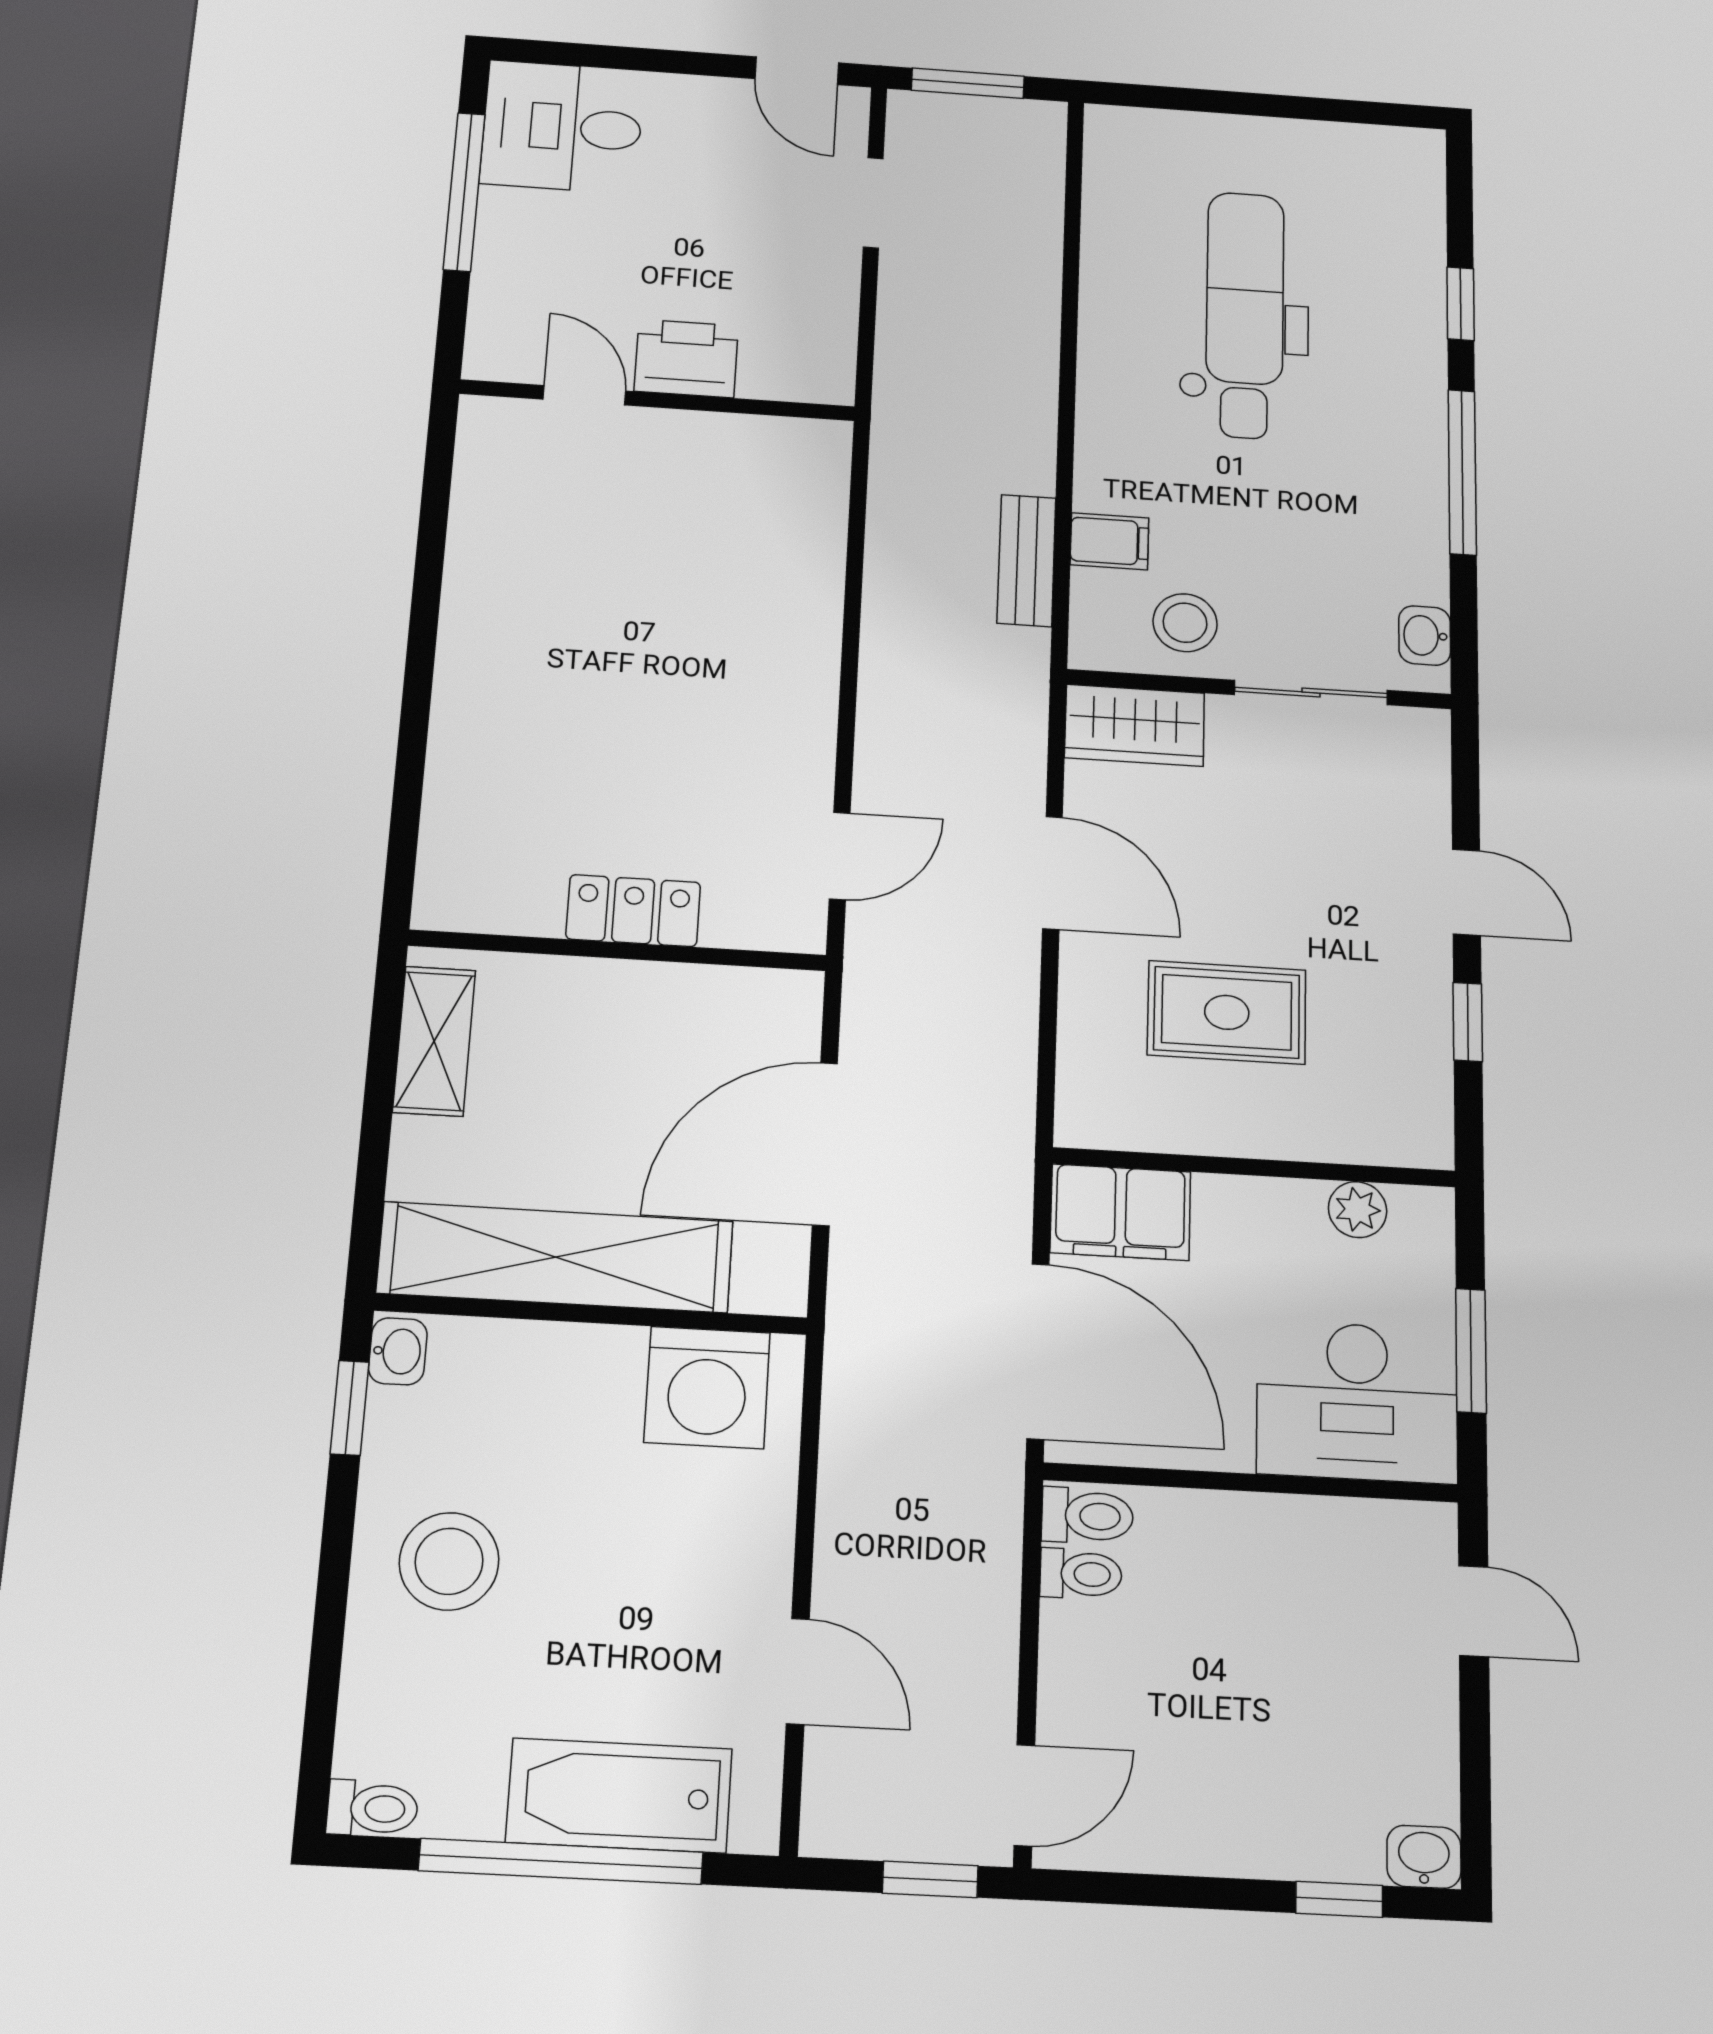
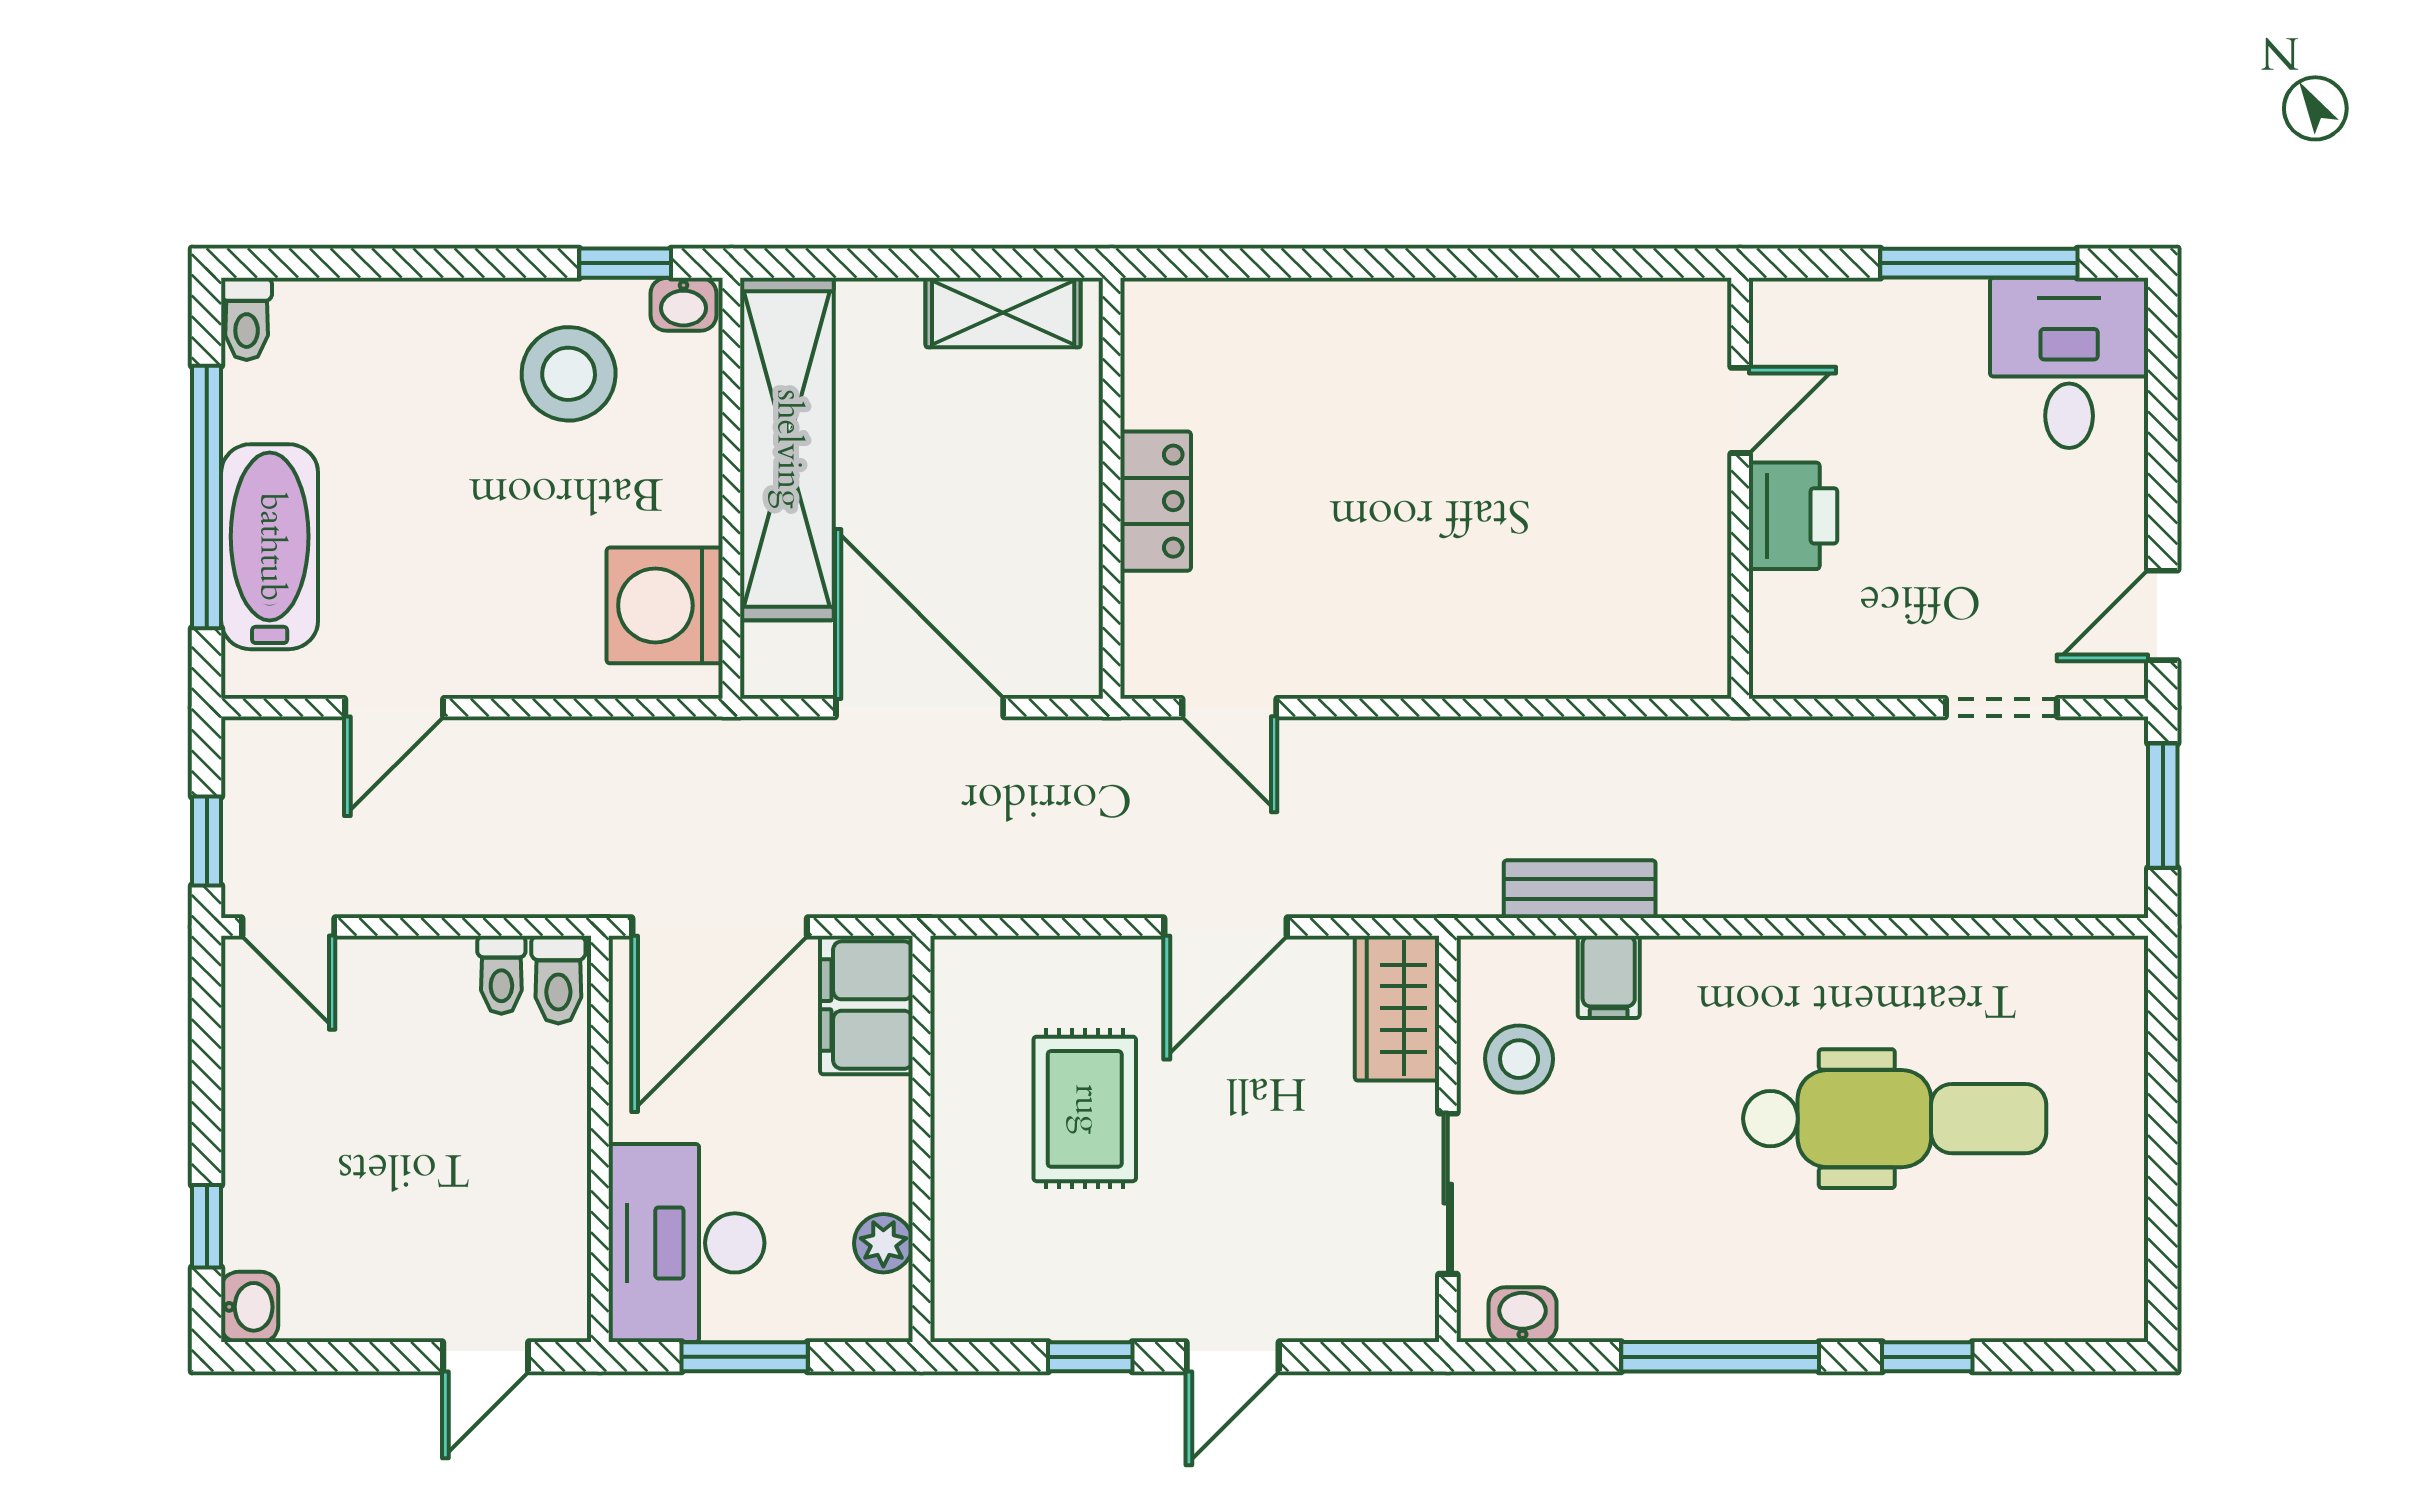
stool: (449, 1561) -> (569, 374), moved

